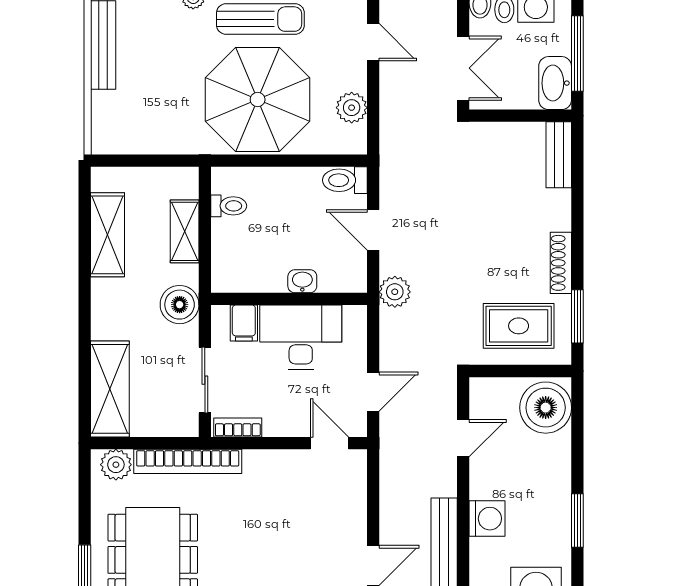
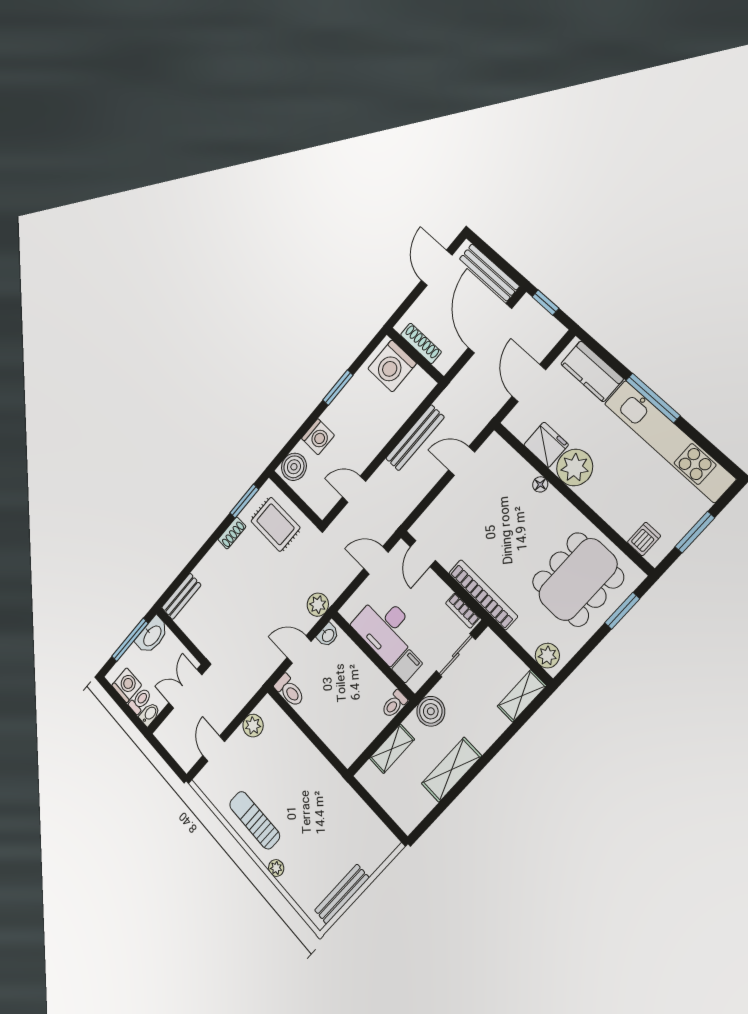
parasol: (258, 100) -> (293, 780), removed
toilet: (229, 206) -> (394, 704), moved, turned -90
door: (373, 230) -> (299, 649), swing flipped
shelving: (108, 235) -> (451, 770), moved
shoe rack: (561, 263) -> (232, 533), width x0.70
washbasin: (302, 281) -> (328, 635), moved, turned -90
shelving: (110, 389) -> (522, 696), width x0.67, depth x0.75
boiler: (546, 408) -> (294, 467), width x0.73, depth x0.73
bookcase: (188, 461) -> (483, 595), moved
washing machine: (487, 519) -> (318, 437), moved, turned 180

